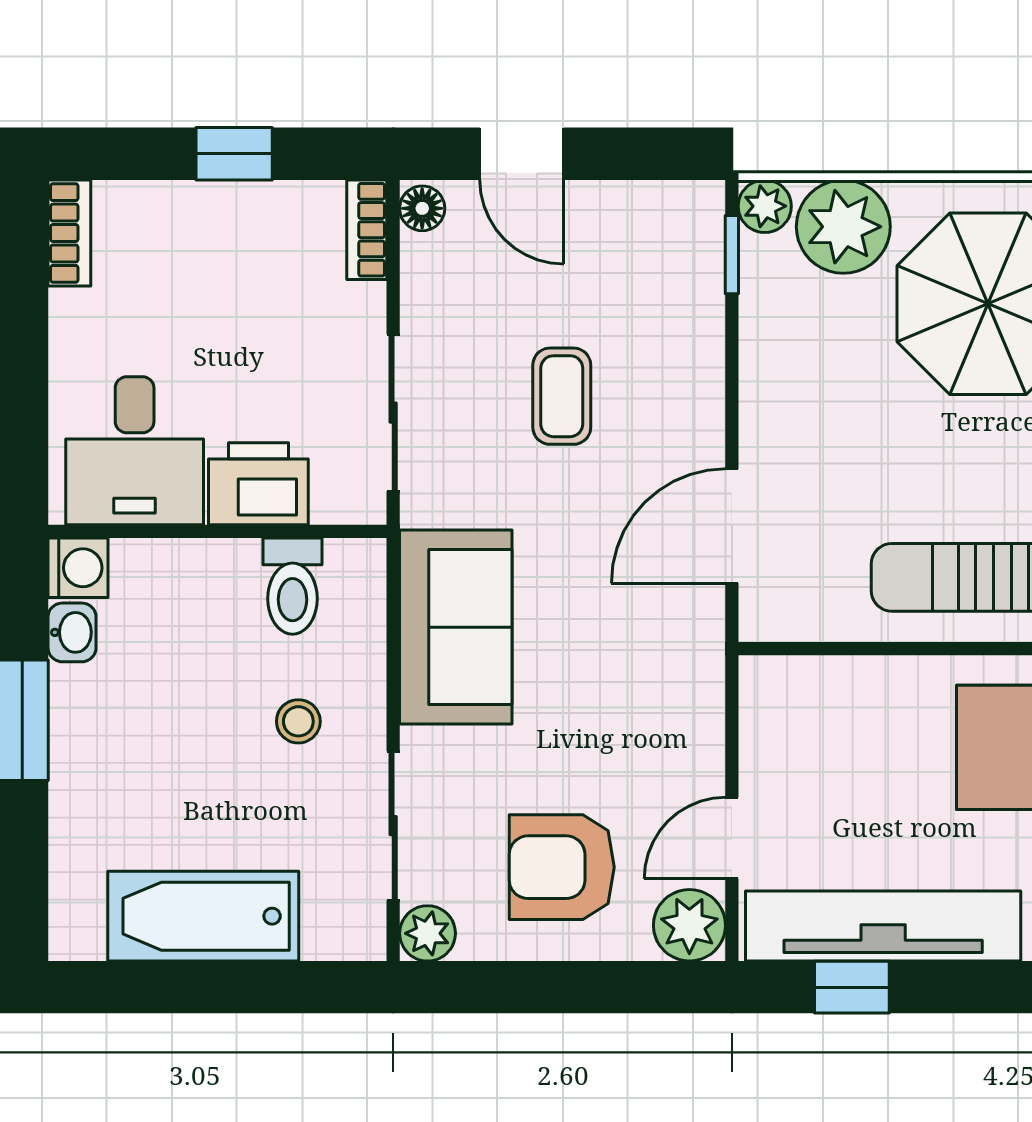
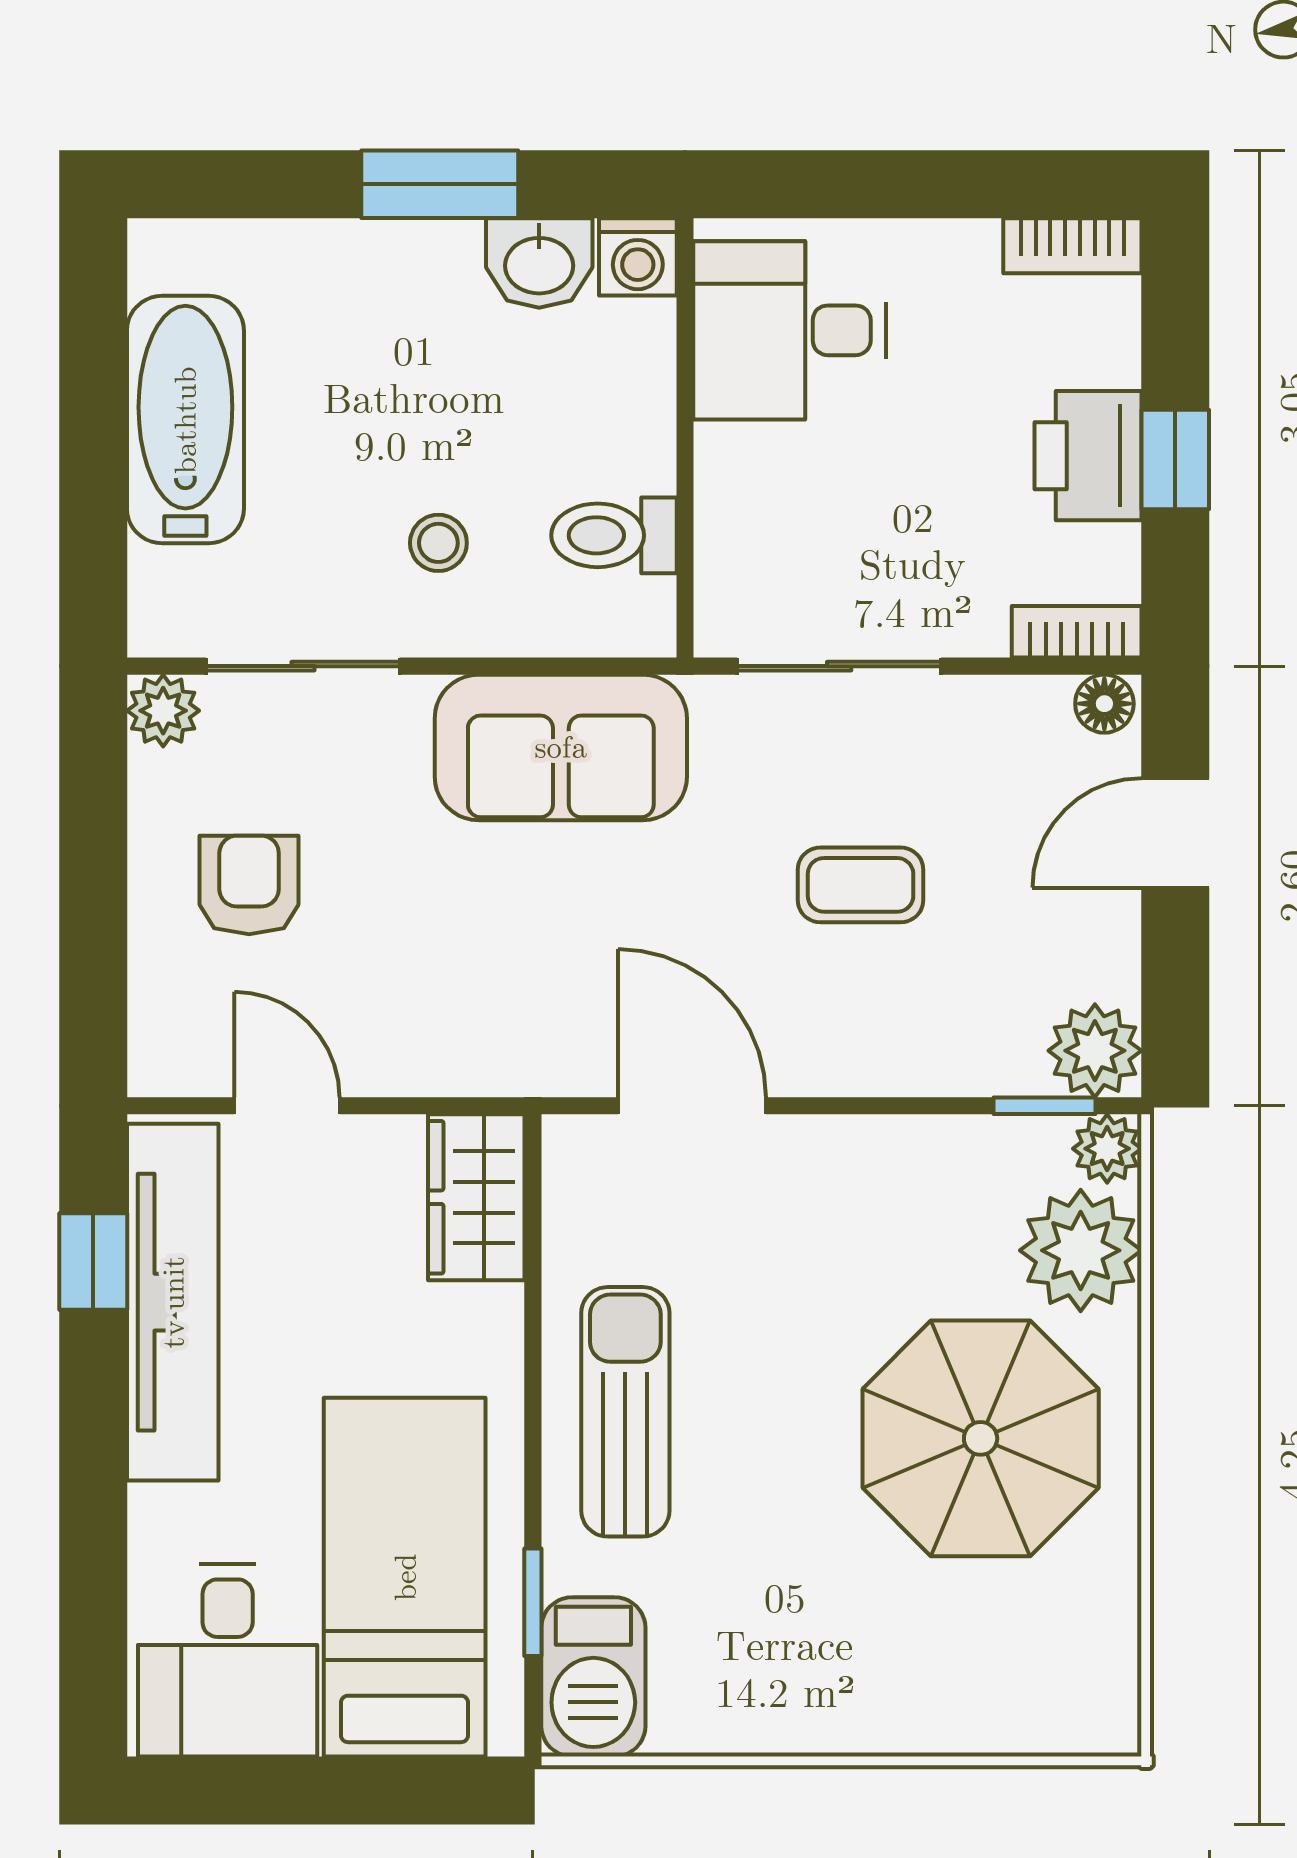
printer: (258, 484) -> (1088, 456), moved, turned 180
washbasin: (72, 632) -> (539, 263), width x1.38, depth x1.45
wardrobe: (802, 692) -> (476, 1197), added
armchair: (562, 867) -> (249, 885), width x0.72, depth x0.72
plant: (689, 925) -> (1095, 1051), moved

